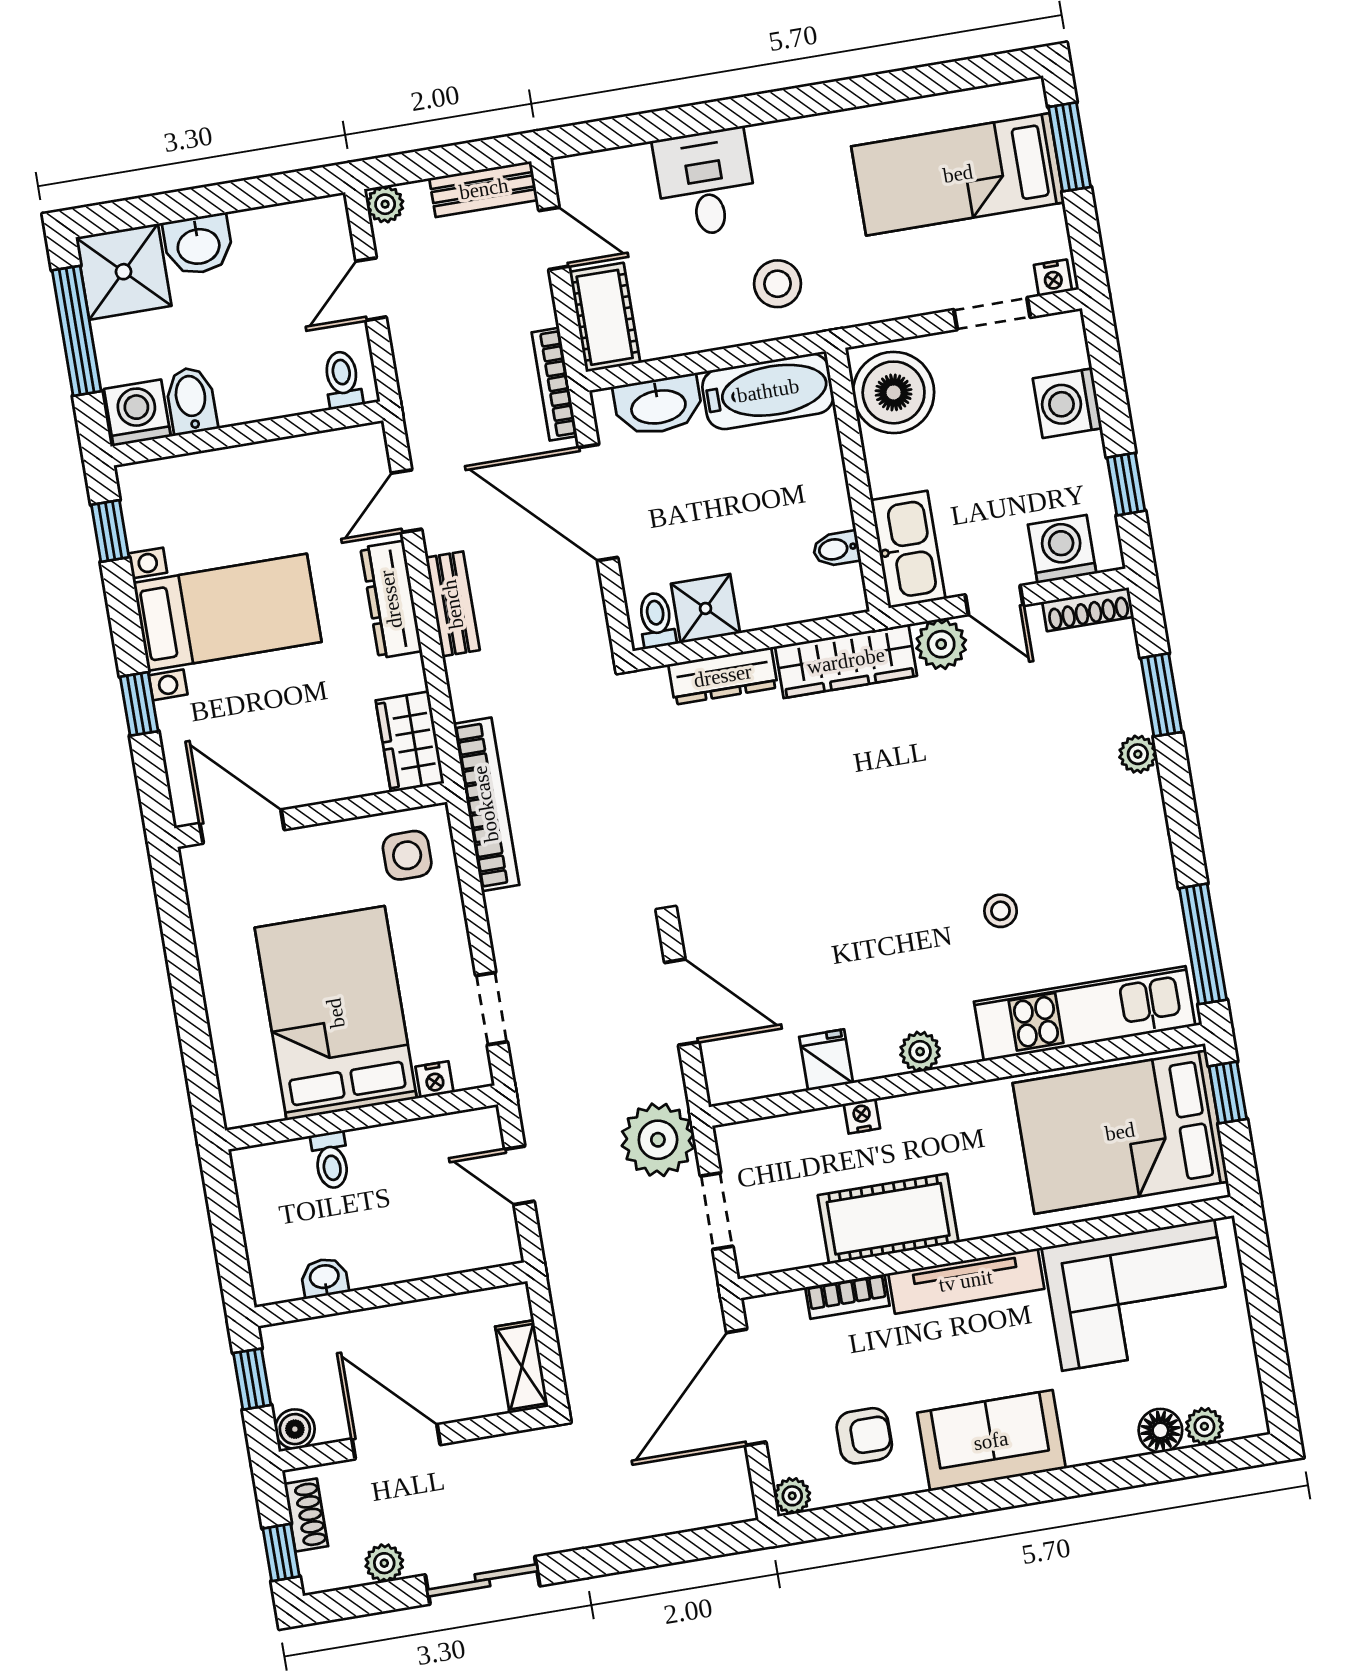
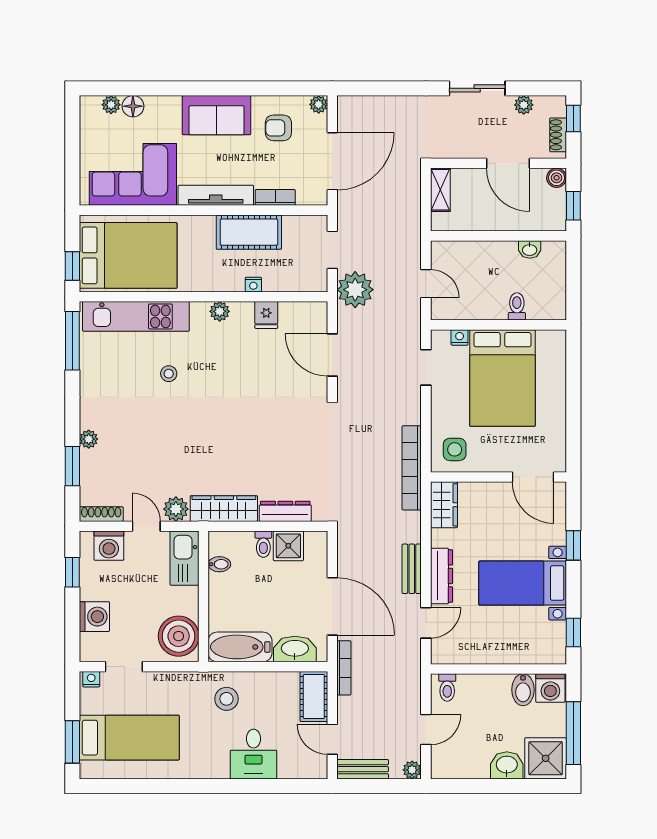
toilet: (656, 620) -> (263, 544), moved

